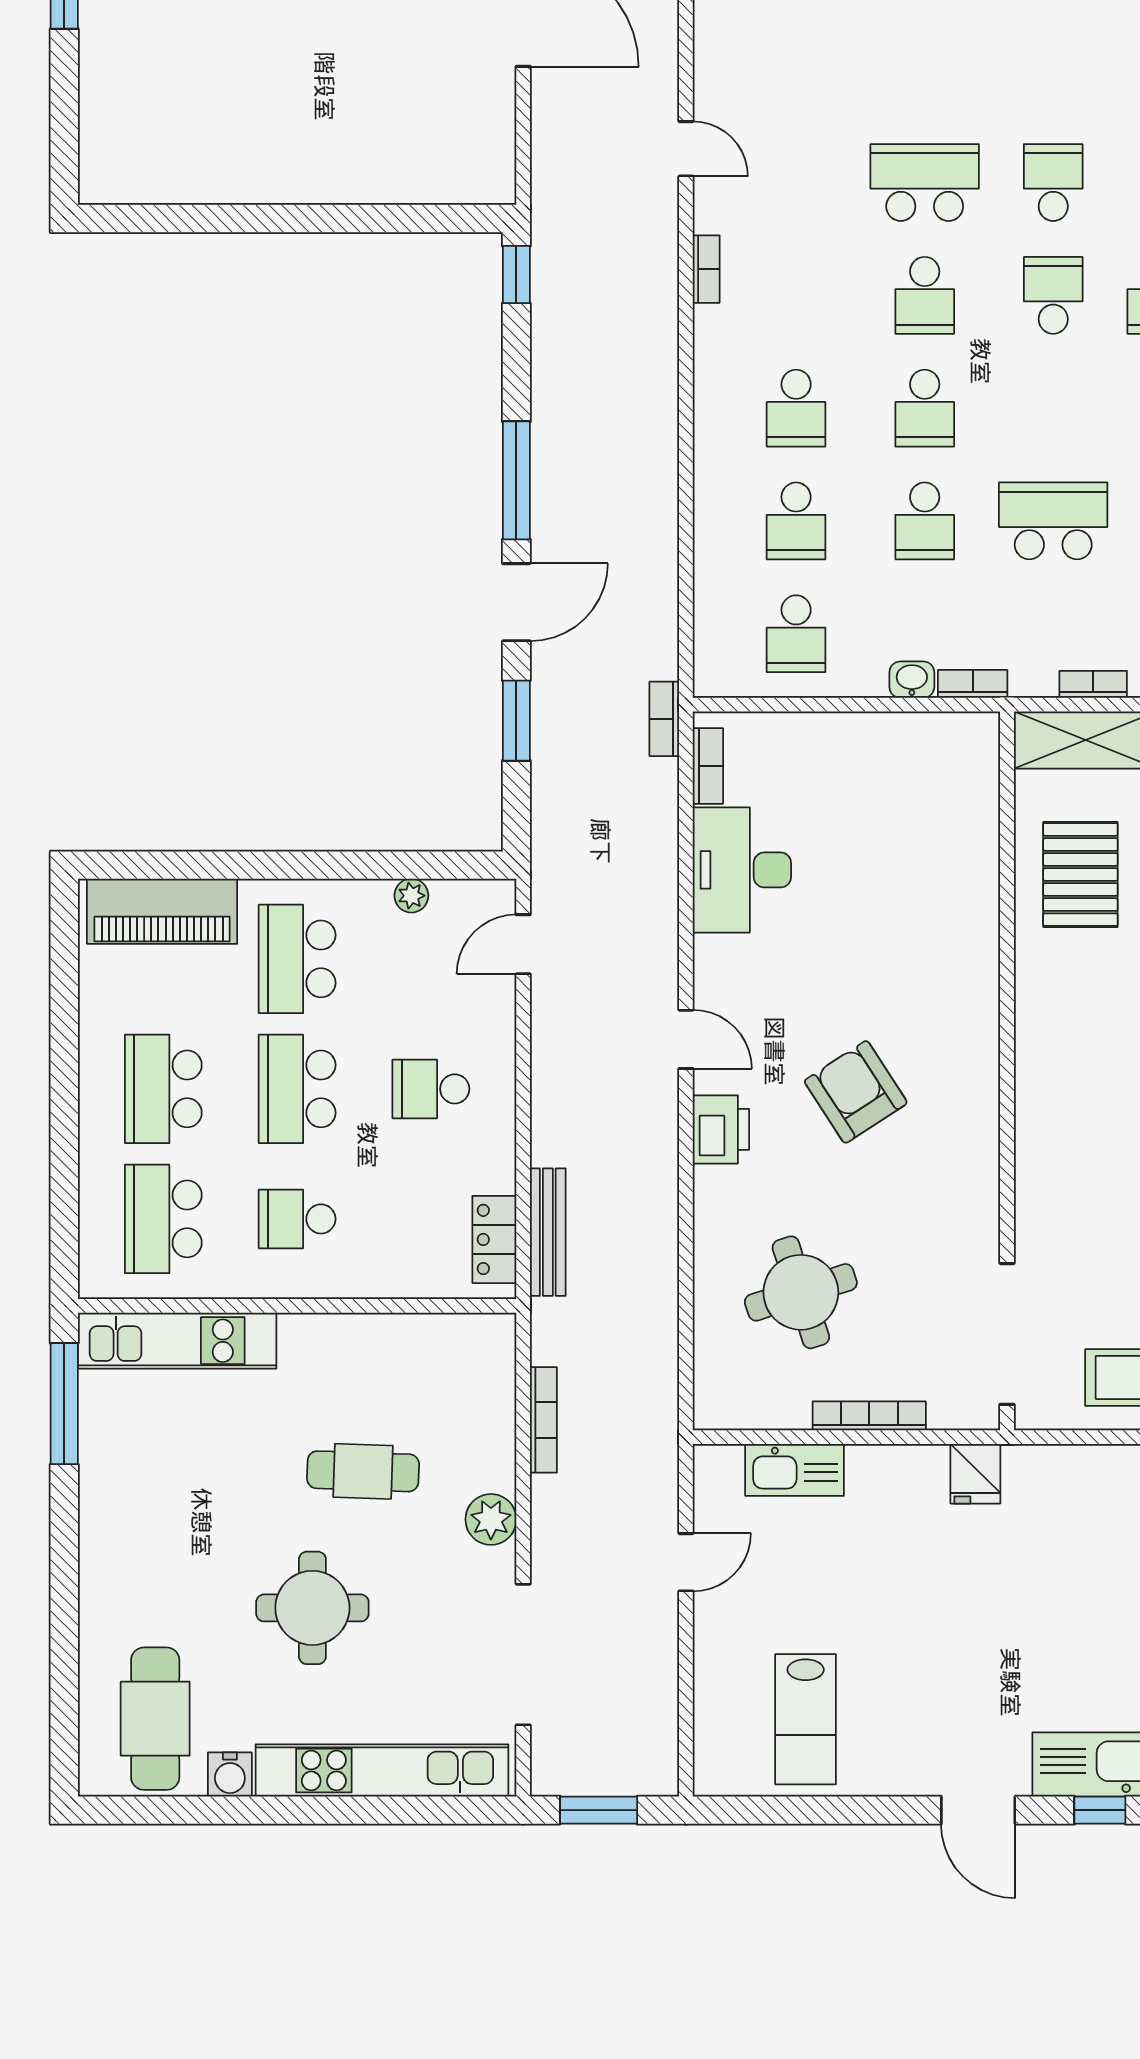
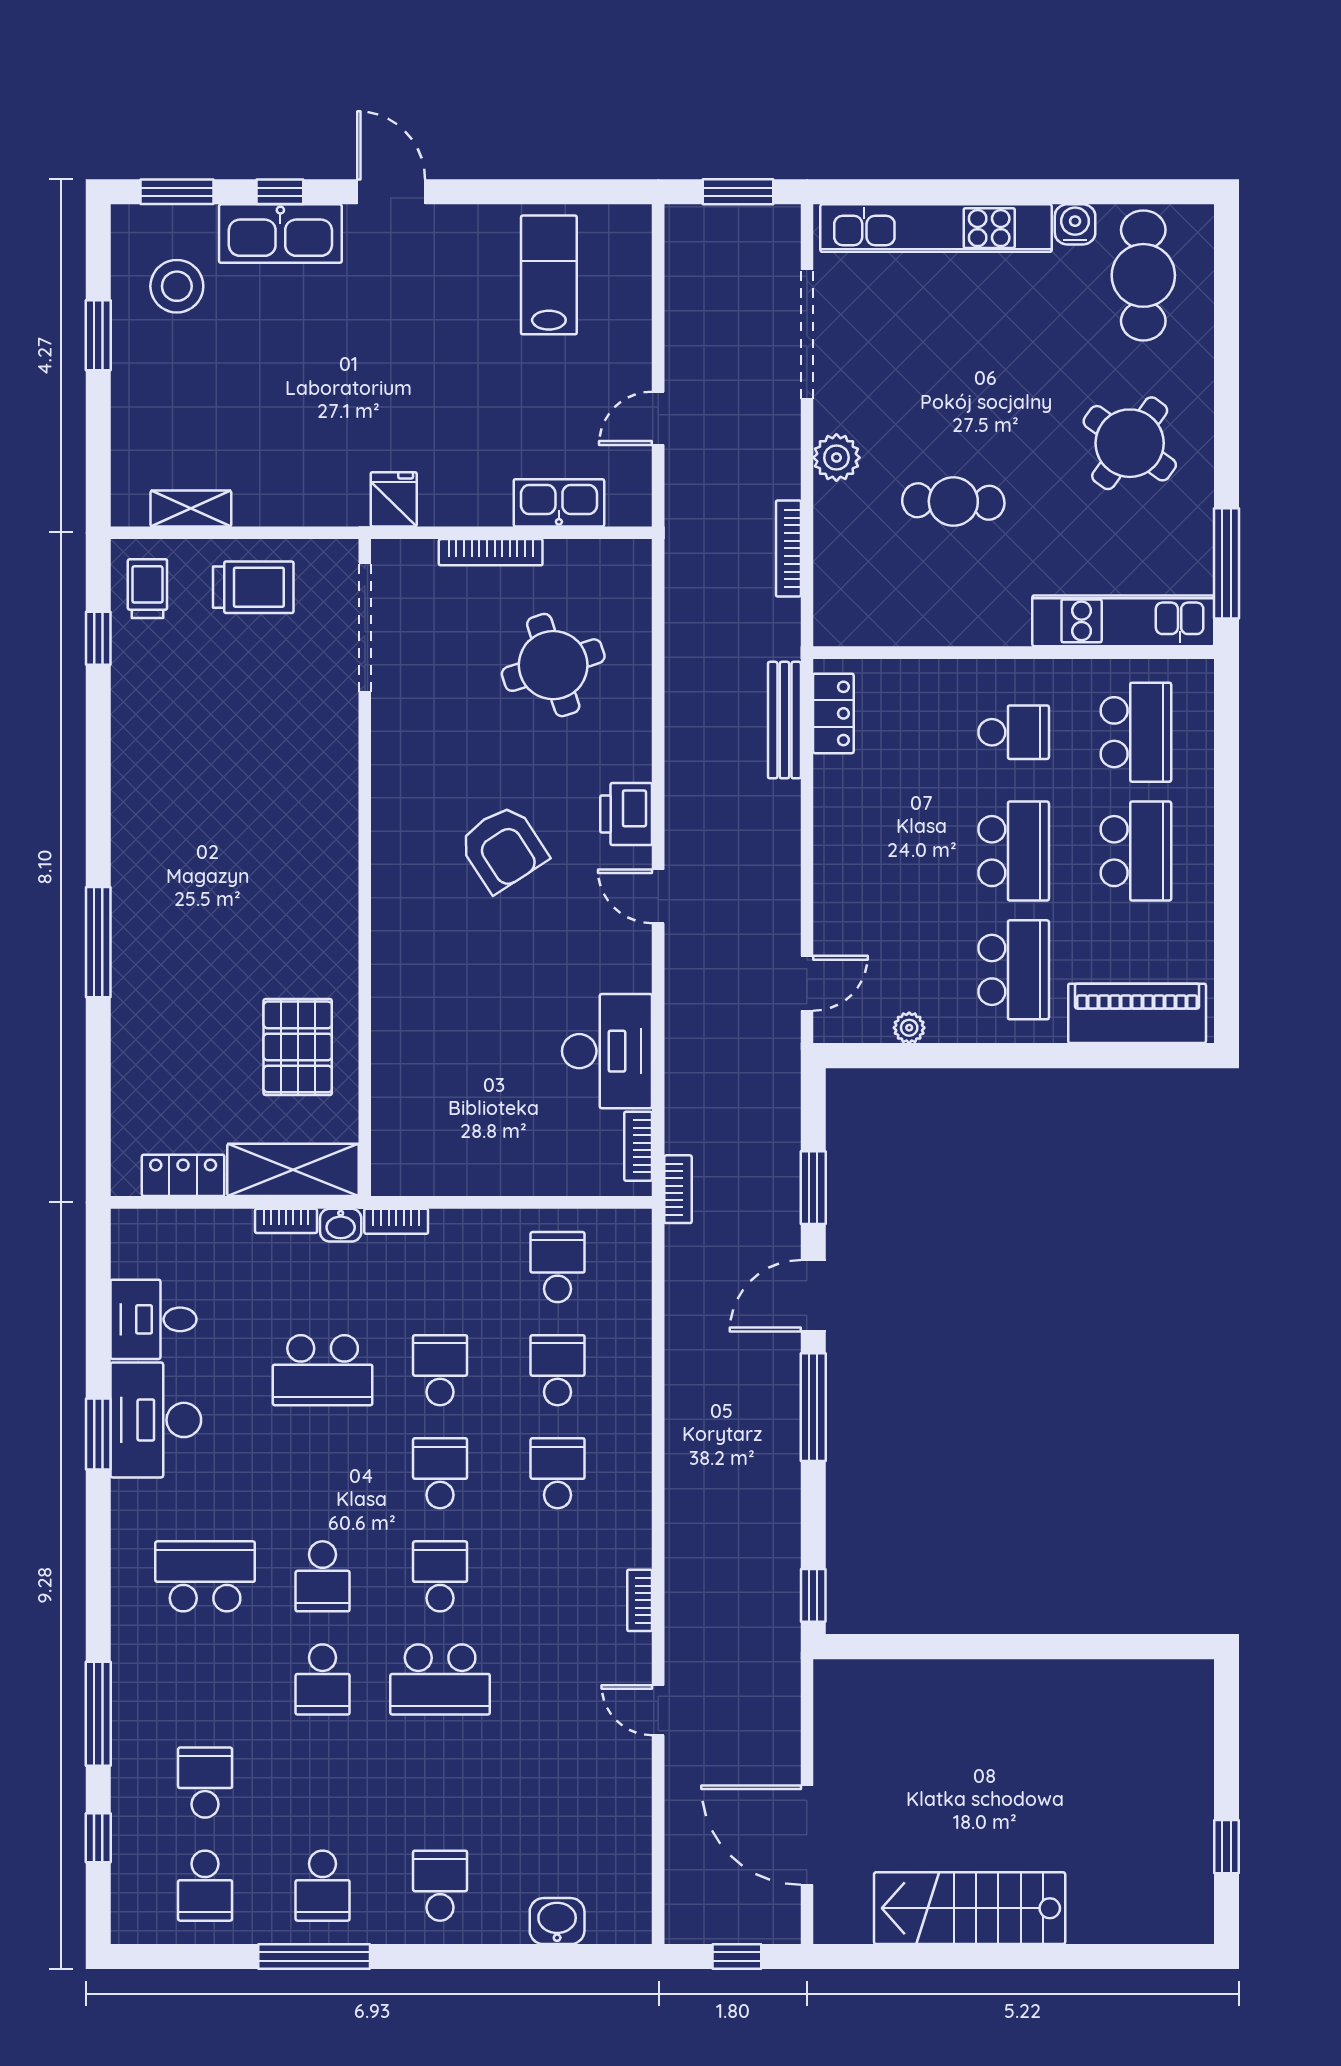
washbasin: (912, 680) -> (341, 1225), moved
school desk: (431, 1089) -> (891, 851), removed
round table: (312, 1608) -> (1130, 443), moved, turned 36

